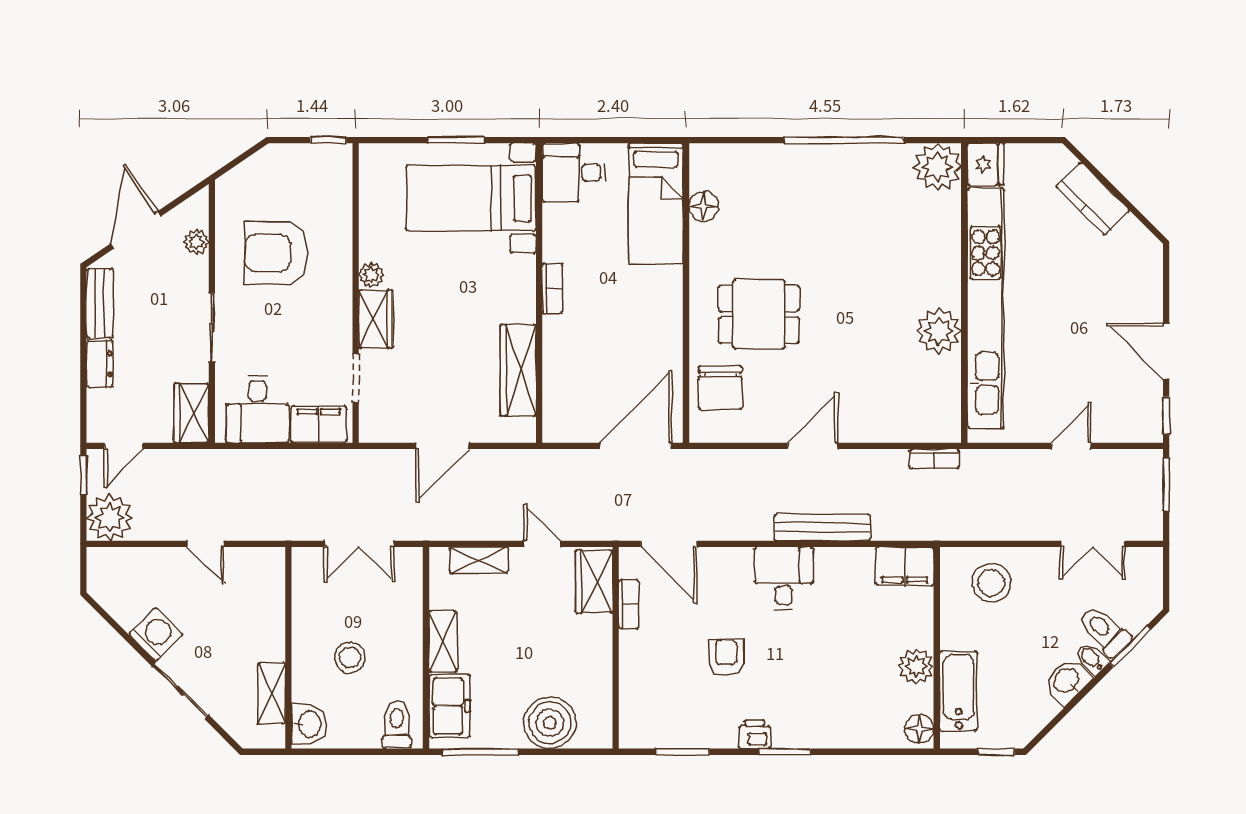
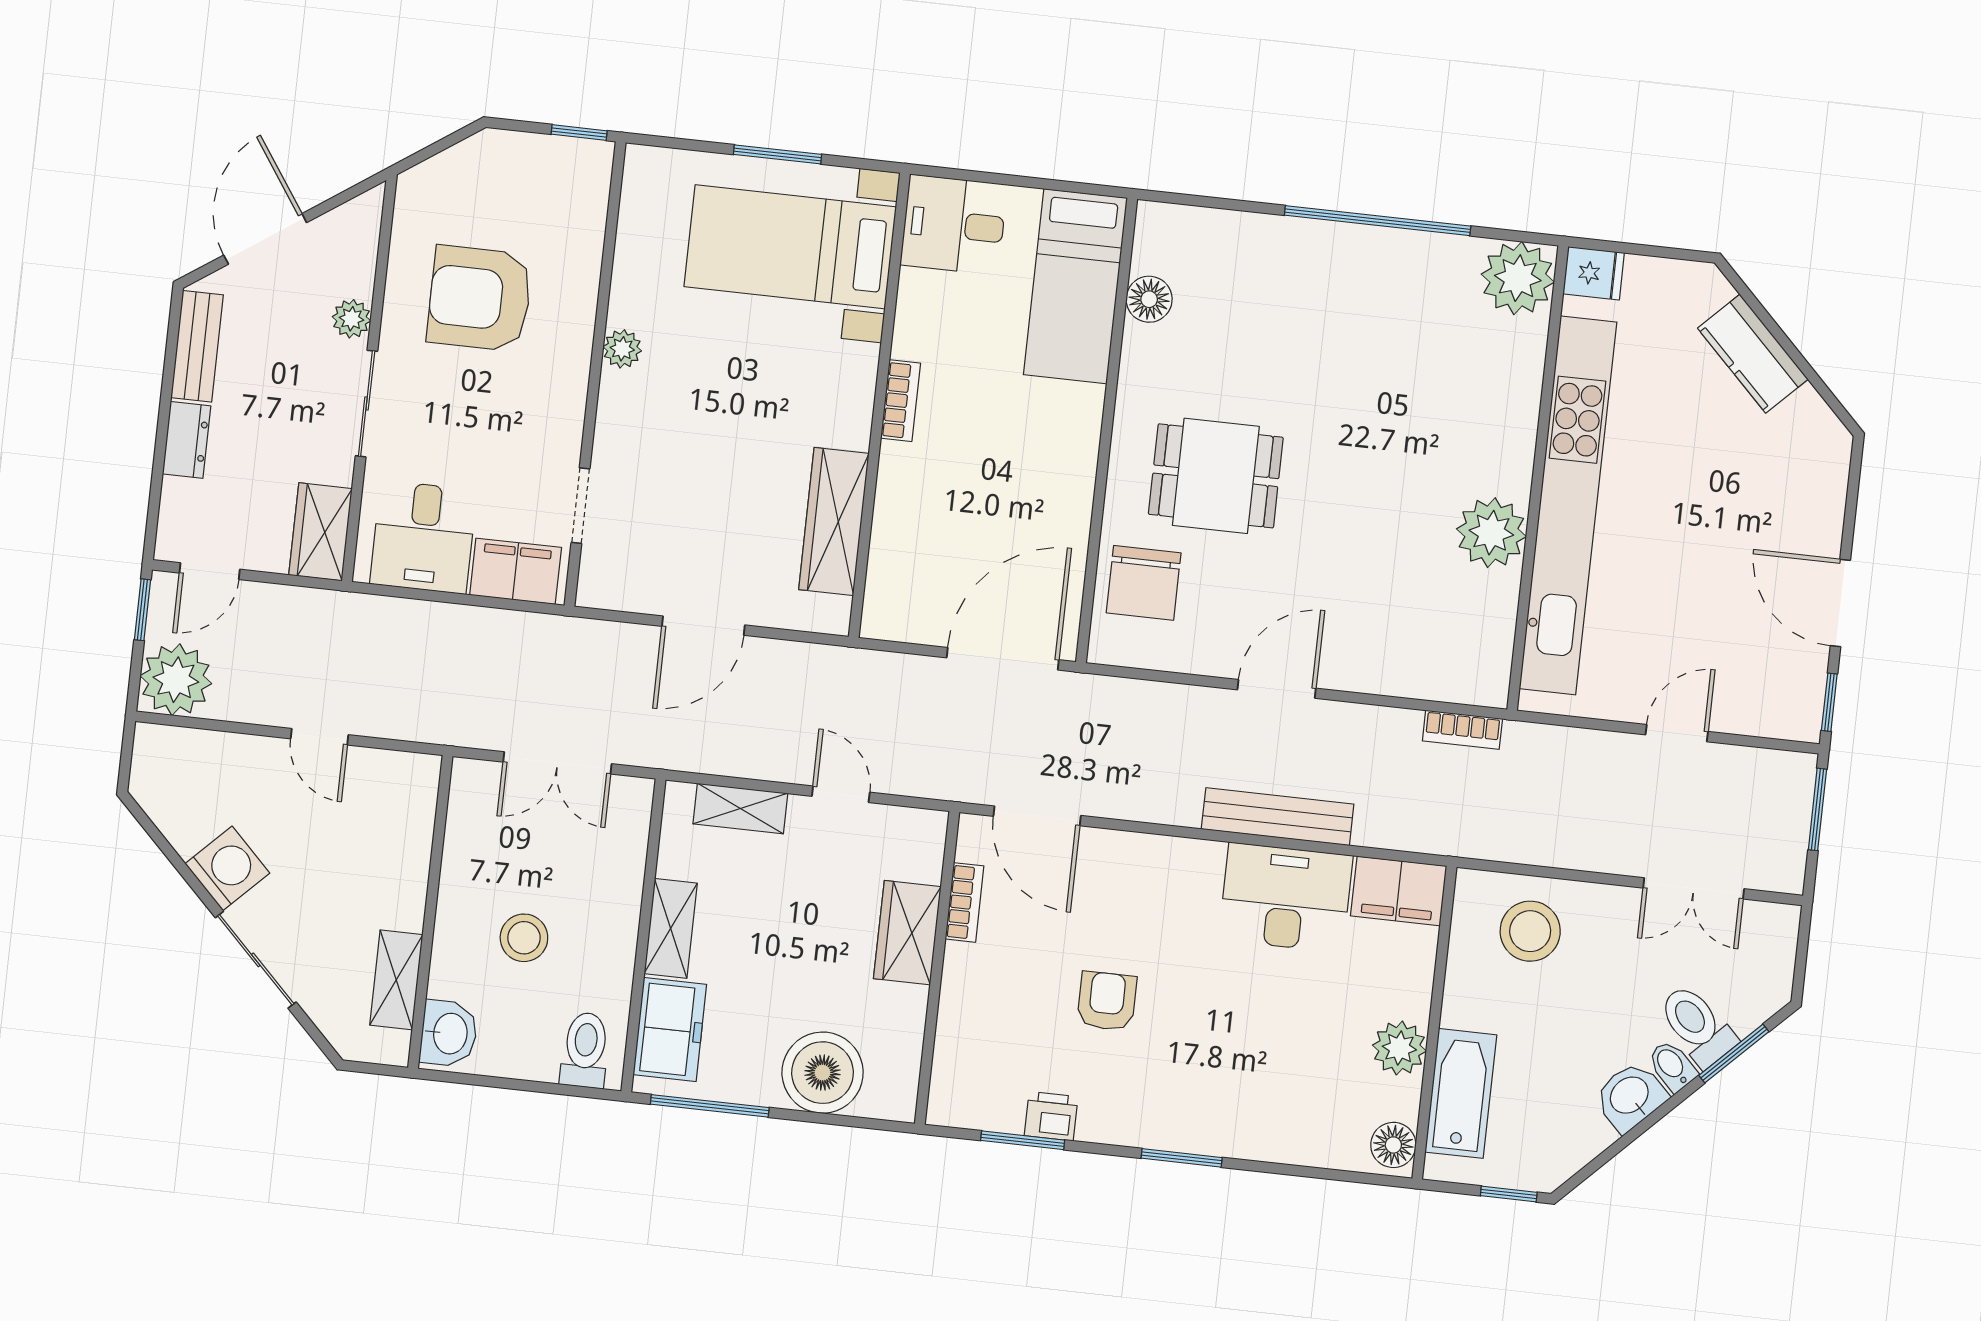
fridge: (986, 164) -> (1594, 273), width x0.72
plant: (196, 242) -> (351, 319), moved
wardrobe: (376, 319) -> (622, 418), removed
desk: (784, 578) -> (1286, 898), moved, width x1.37
wardrobe: (594, 582) -> (907, 933), moved
printer: (755, 734) -> (1051, 1116), moved

